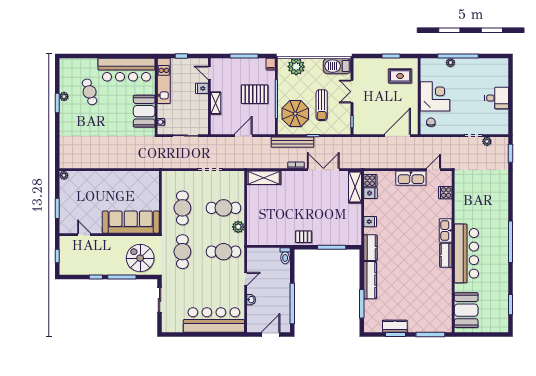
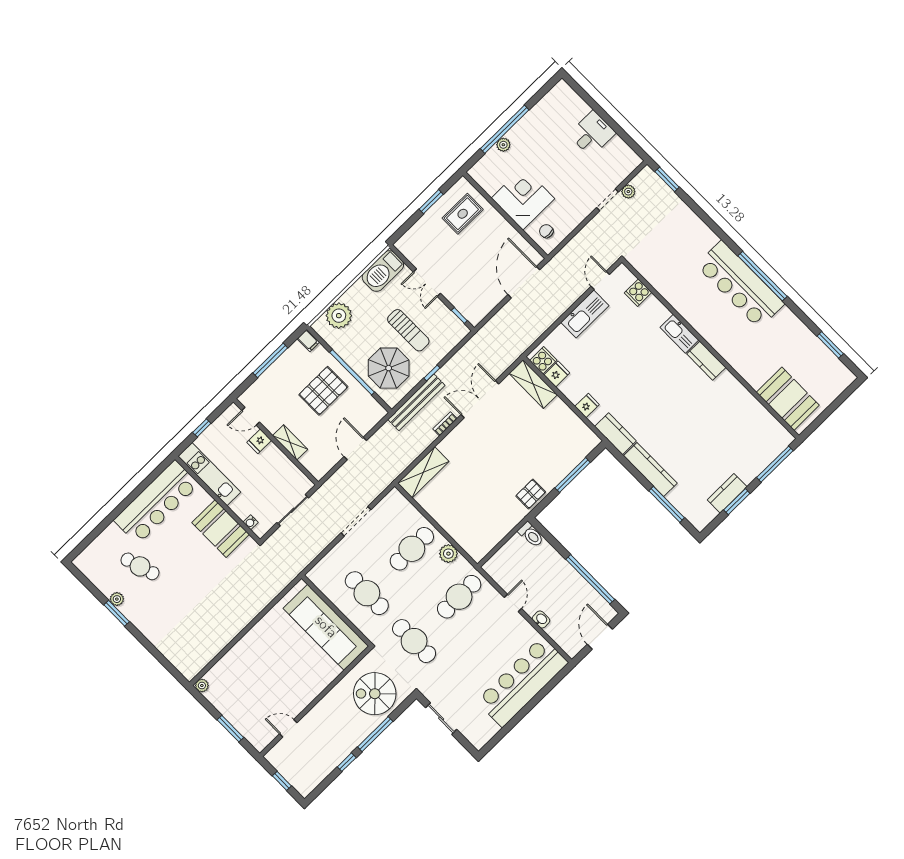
sofa: (131, 222) -> (326, 627), moved, turned -90
bar counter: (466, 253) -> (740, 285), moved, turned 180

